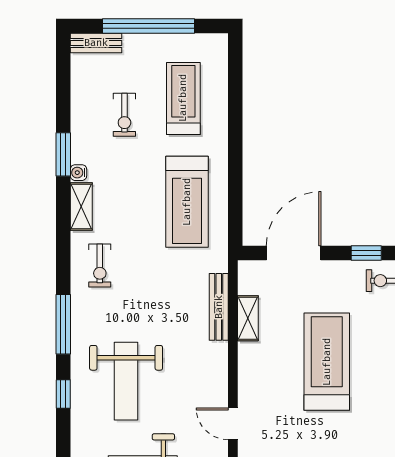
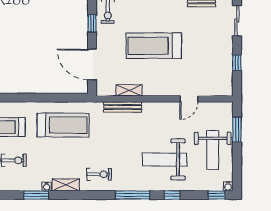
weight bench: (126, 381) -> (165, 159), turned 180

